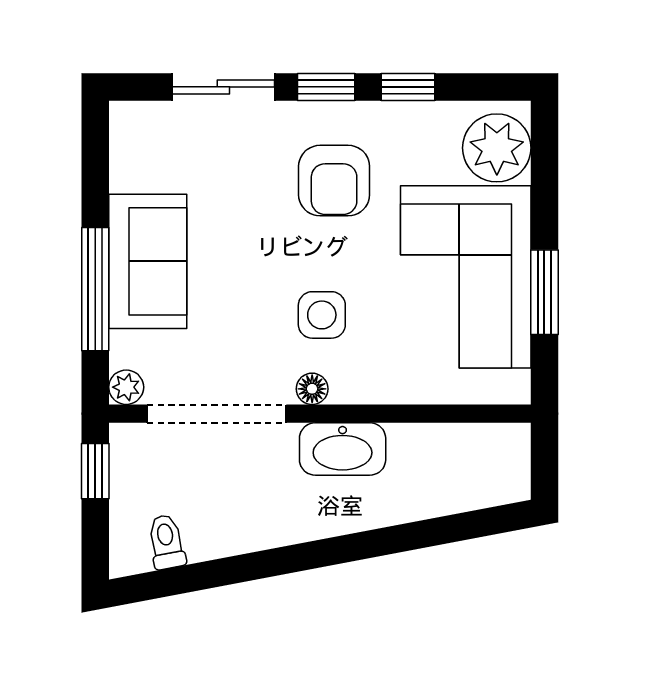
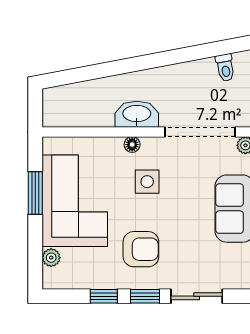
plant: (497, 148) -> (51, 258), width x0.53, depth x0.53
armchair: (334, 181) -> (141, 249), turned 90
floor lamp: (312, 389) -> (132, 145), moved

